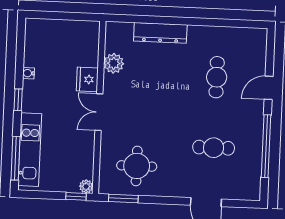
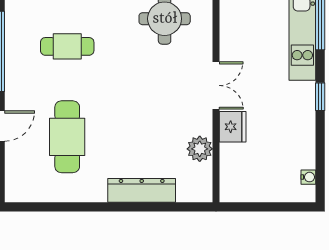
water cooler: (28, 73) -> (308, 177), moved
cafe table: (217, 77) -> (67, 137), width x1.37, depth x1.35

